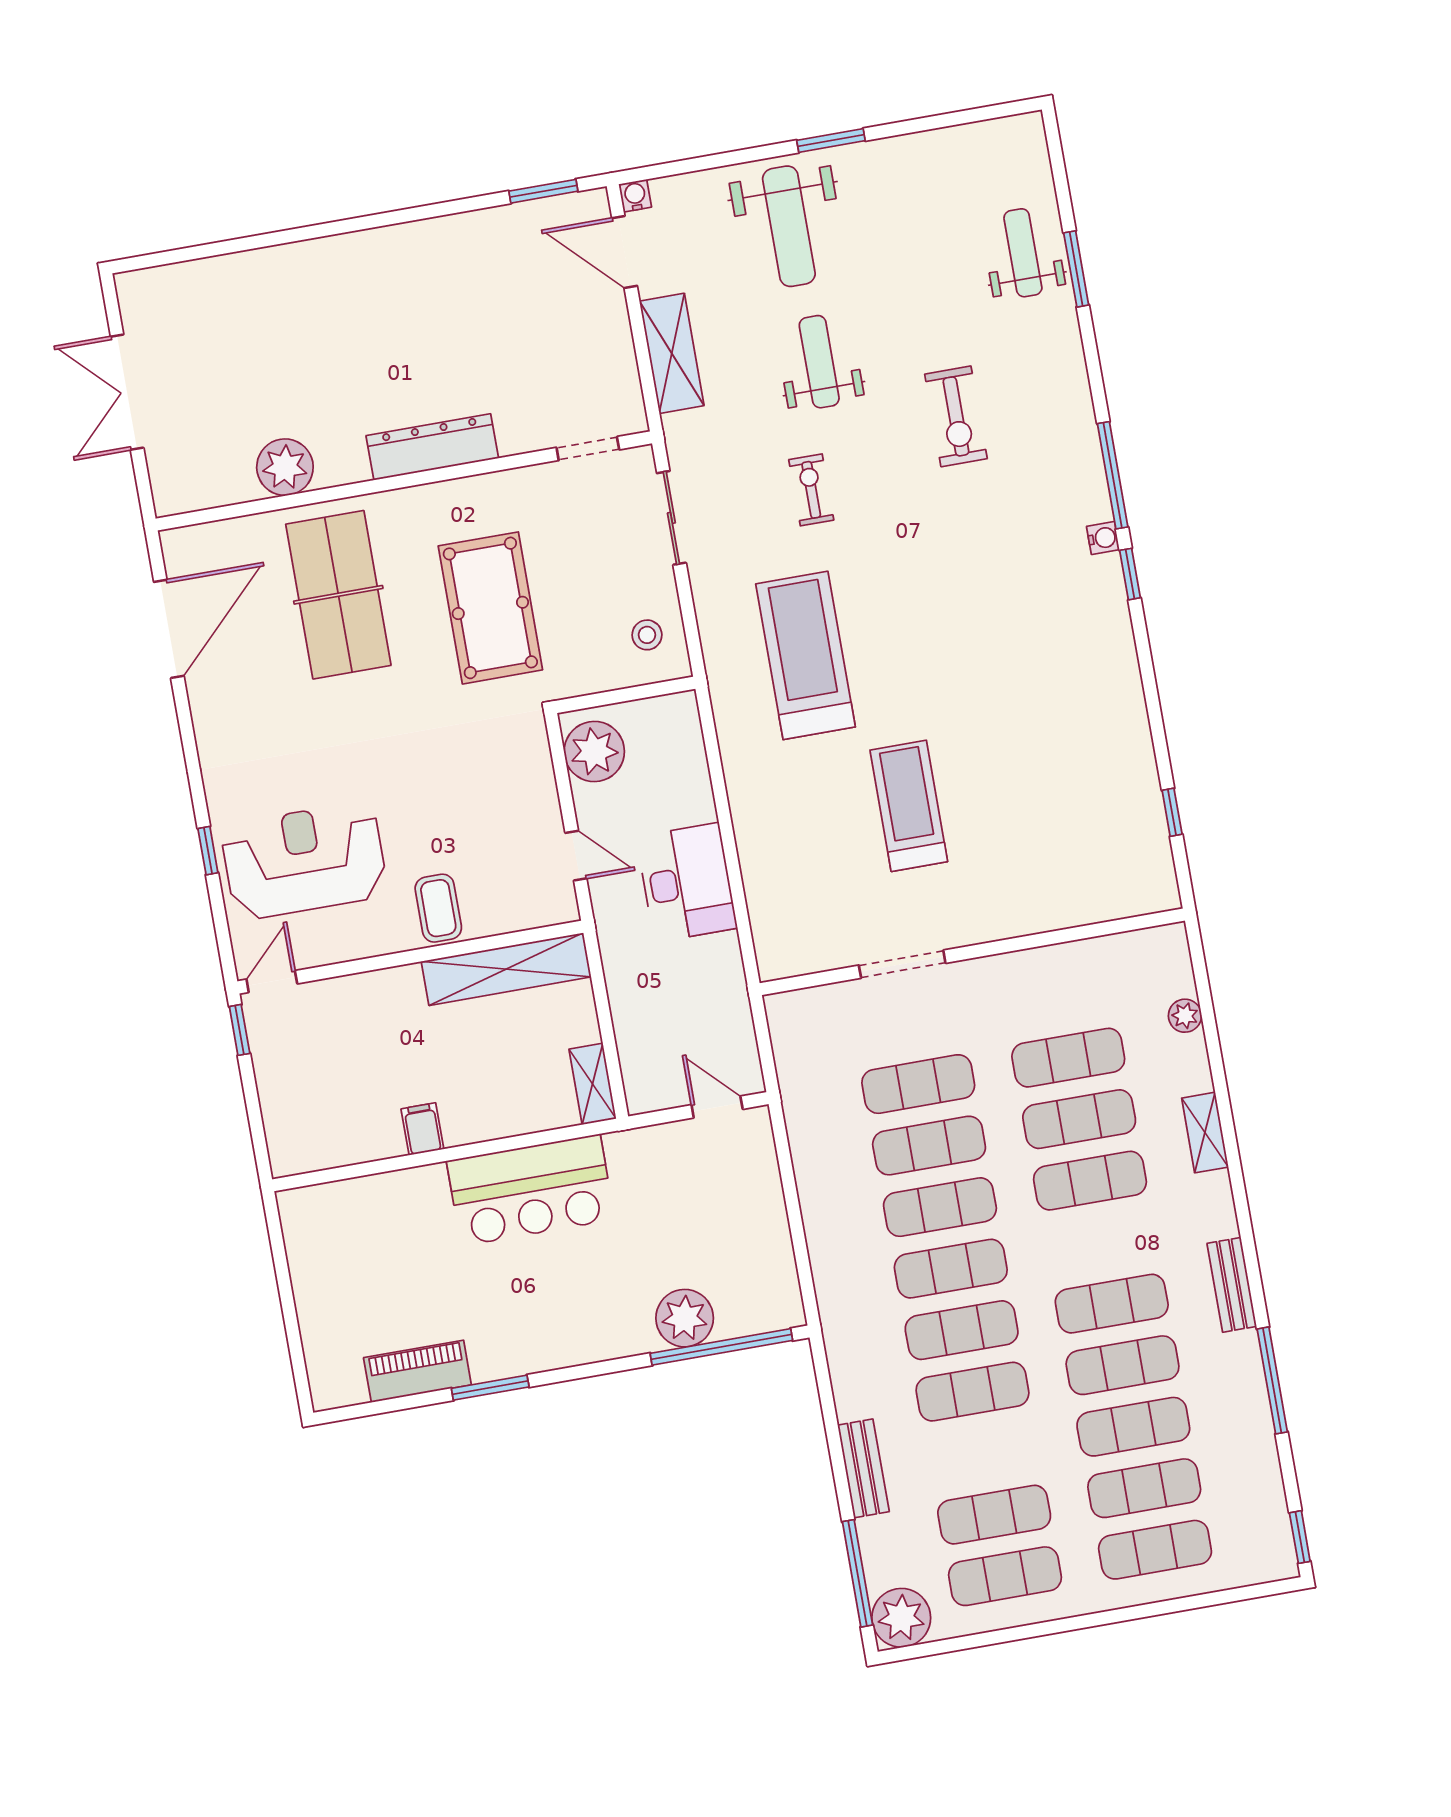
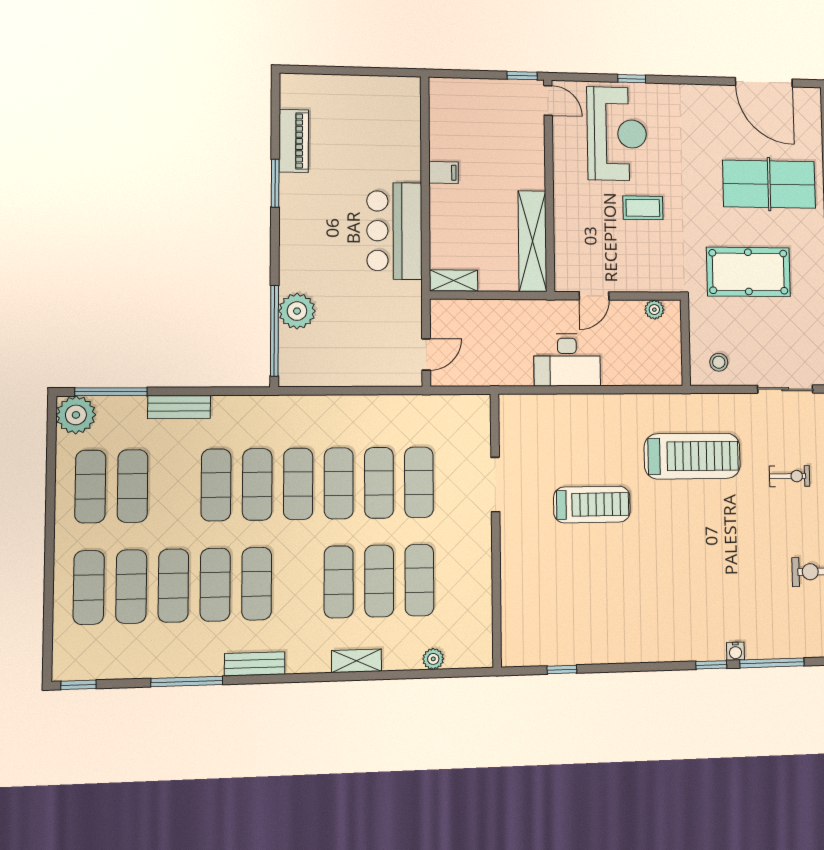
plant: (594, 752) -> (654, 310), width x0.53, depth x0.53
coffee table: (438, 908) -> (643, 208), moved

